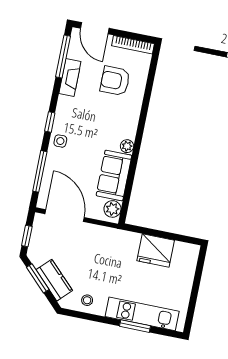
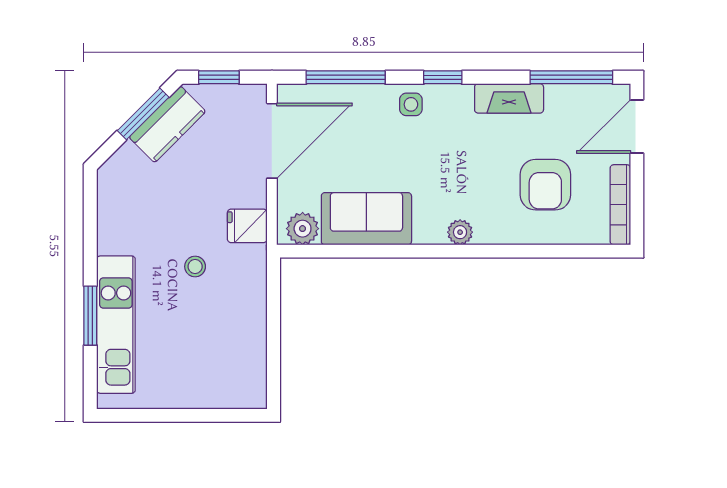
fireplace: (70, 78) -> (509, 98), moved
armchair: (115, 81) -> (545, 185), turned 180
plant: (127, 146) -> (460, 232), moved
fridge: (156, 251) -> (247, 226), moved, width x0.53, depth x0.75
kitchen counter: (54, 280) -> (167, 124), moved
stool: (87, 300) -> (195, 267), moved

